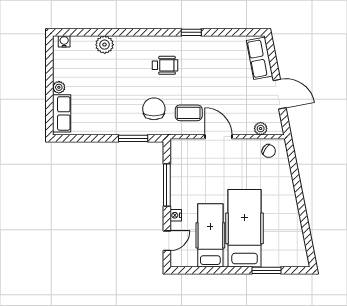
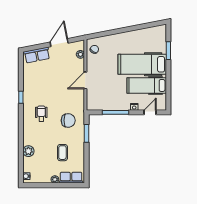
chair: (154, 109) -> (68, 120), turned 180
coffee table: (189, 113) -> (62, 153), moved
door: (167, 241) -> (150, 112), hinge flipped

